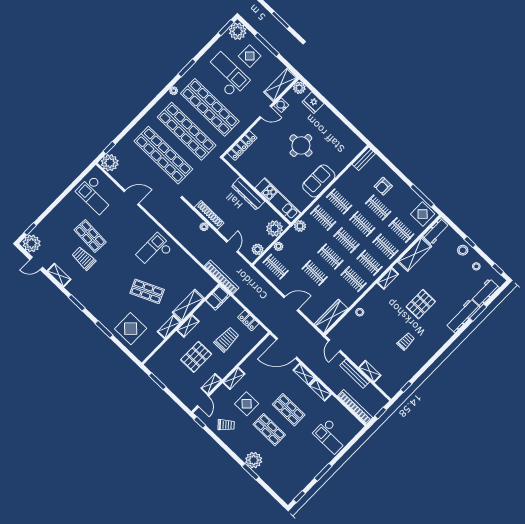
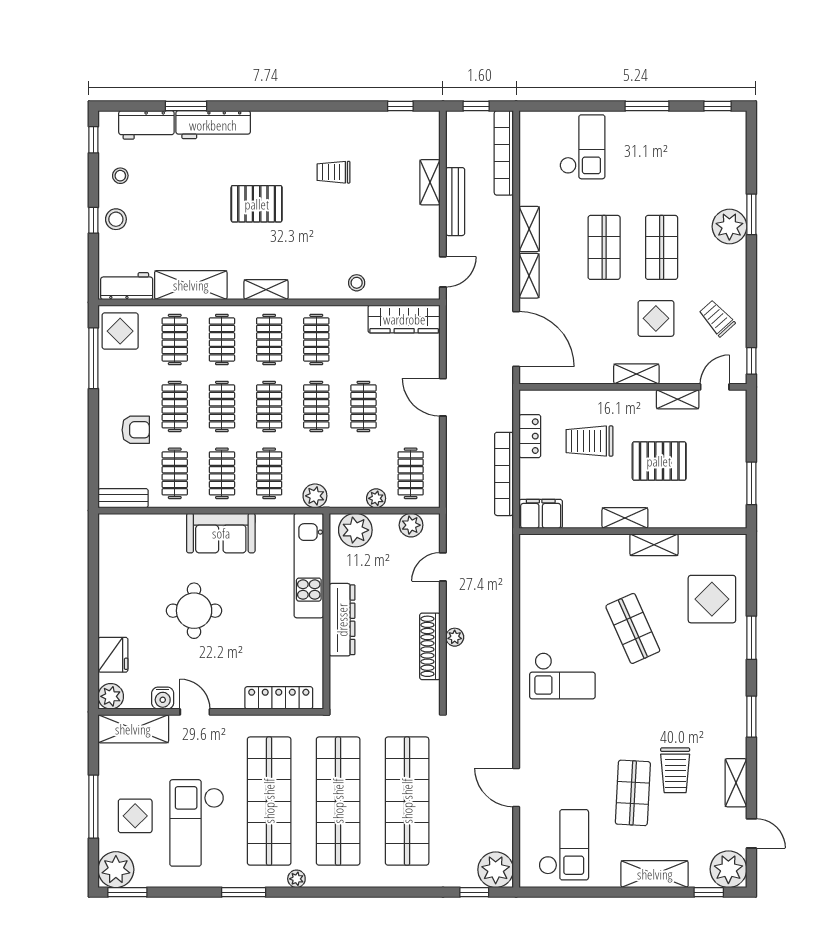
clothes rail: (355, 185) -> (175, 473), added
bookcase: (222, 277) -> (504, 474), moved
shelving: (188, 305) -> (655, 874), moved

